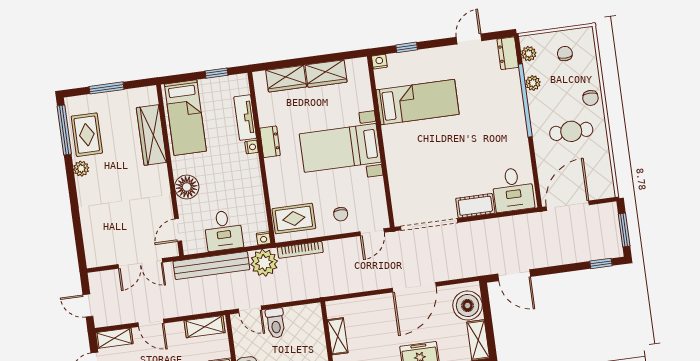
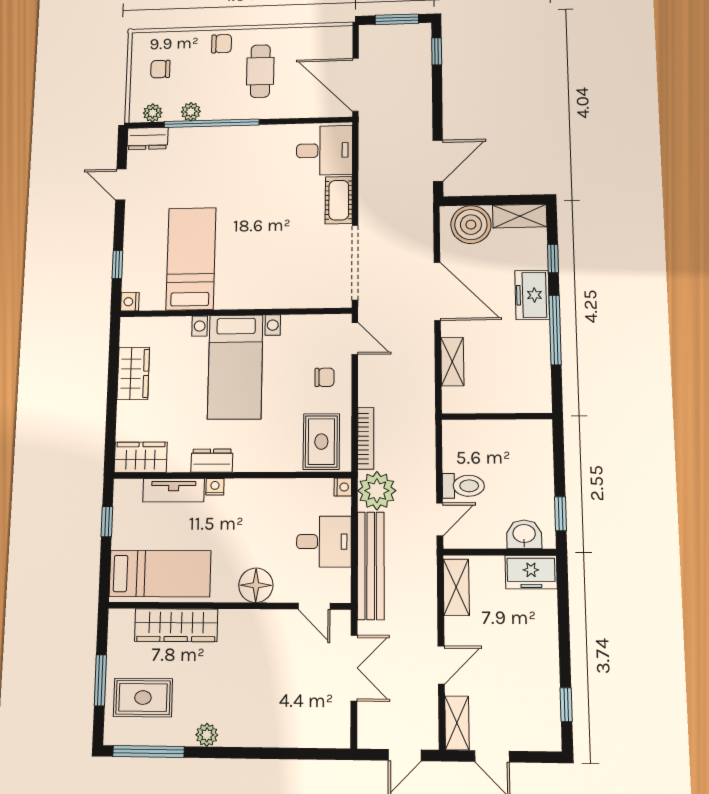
wardrobe: (286, 79) -> (141, 457), moved, turned -90
rug: (87, 135) -> (143, 698), moved
shelving: (338, 336) -> (452, 362), moved, turned 90

